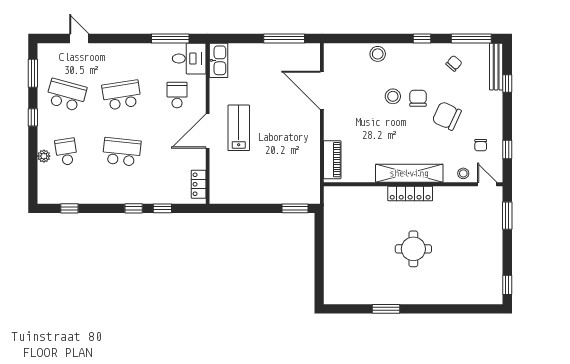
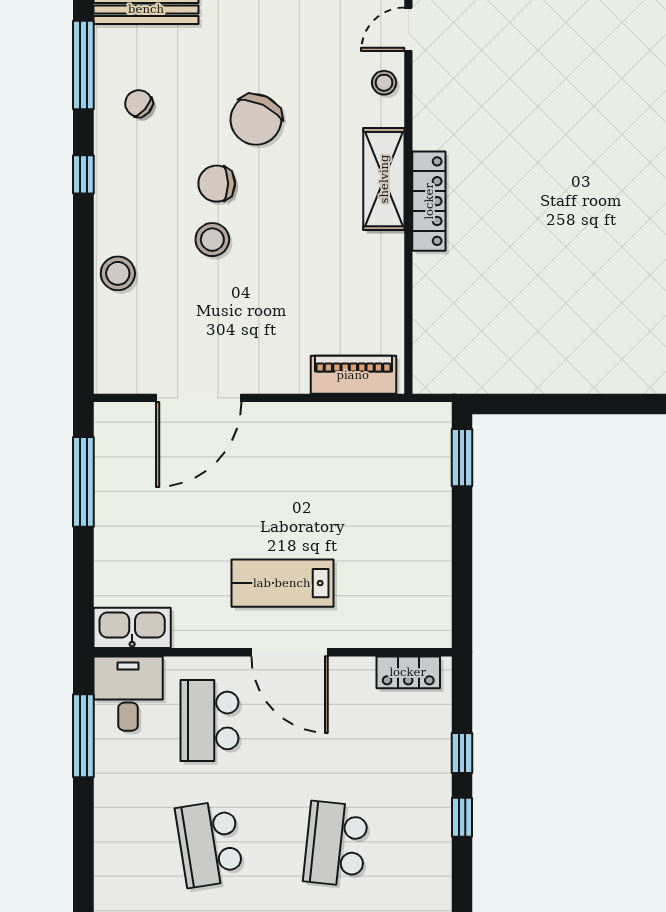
school desk: (177, 95) -> (209, 720), width x1.85
chair: (481, 145) -> (321, 44), removed
shelving: (409, 173) -> (384, 179), width x0.68
round table: (413, 249) -> (552, 194), removed

